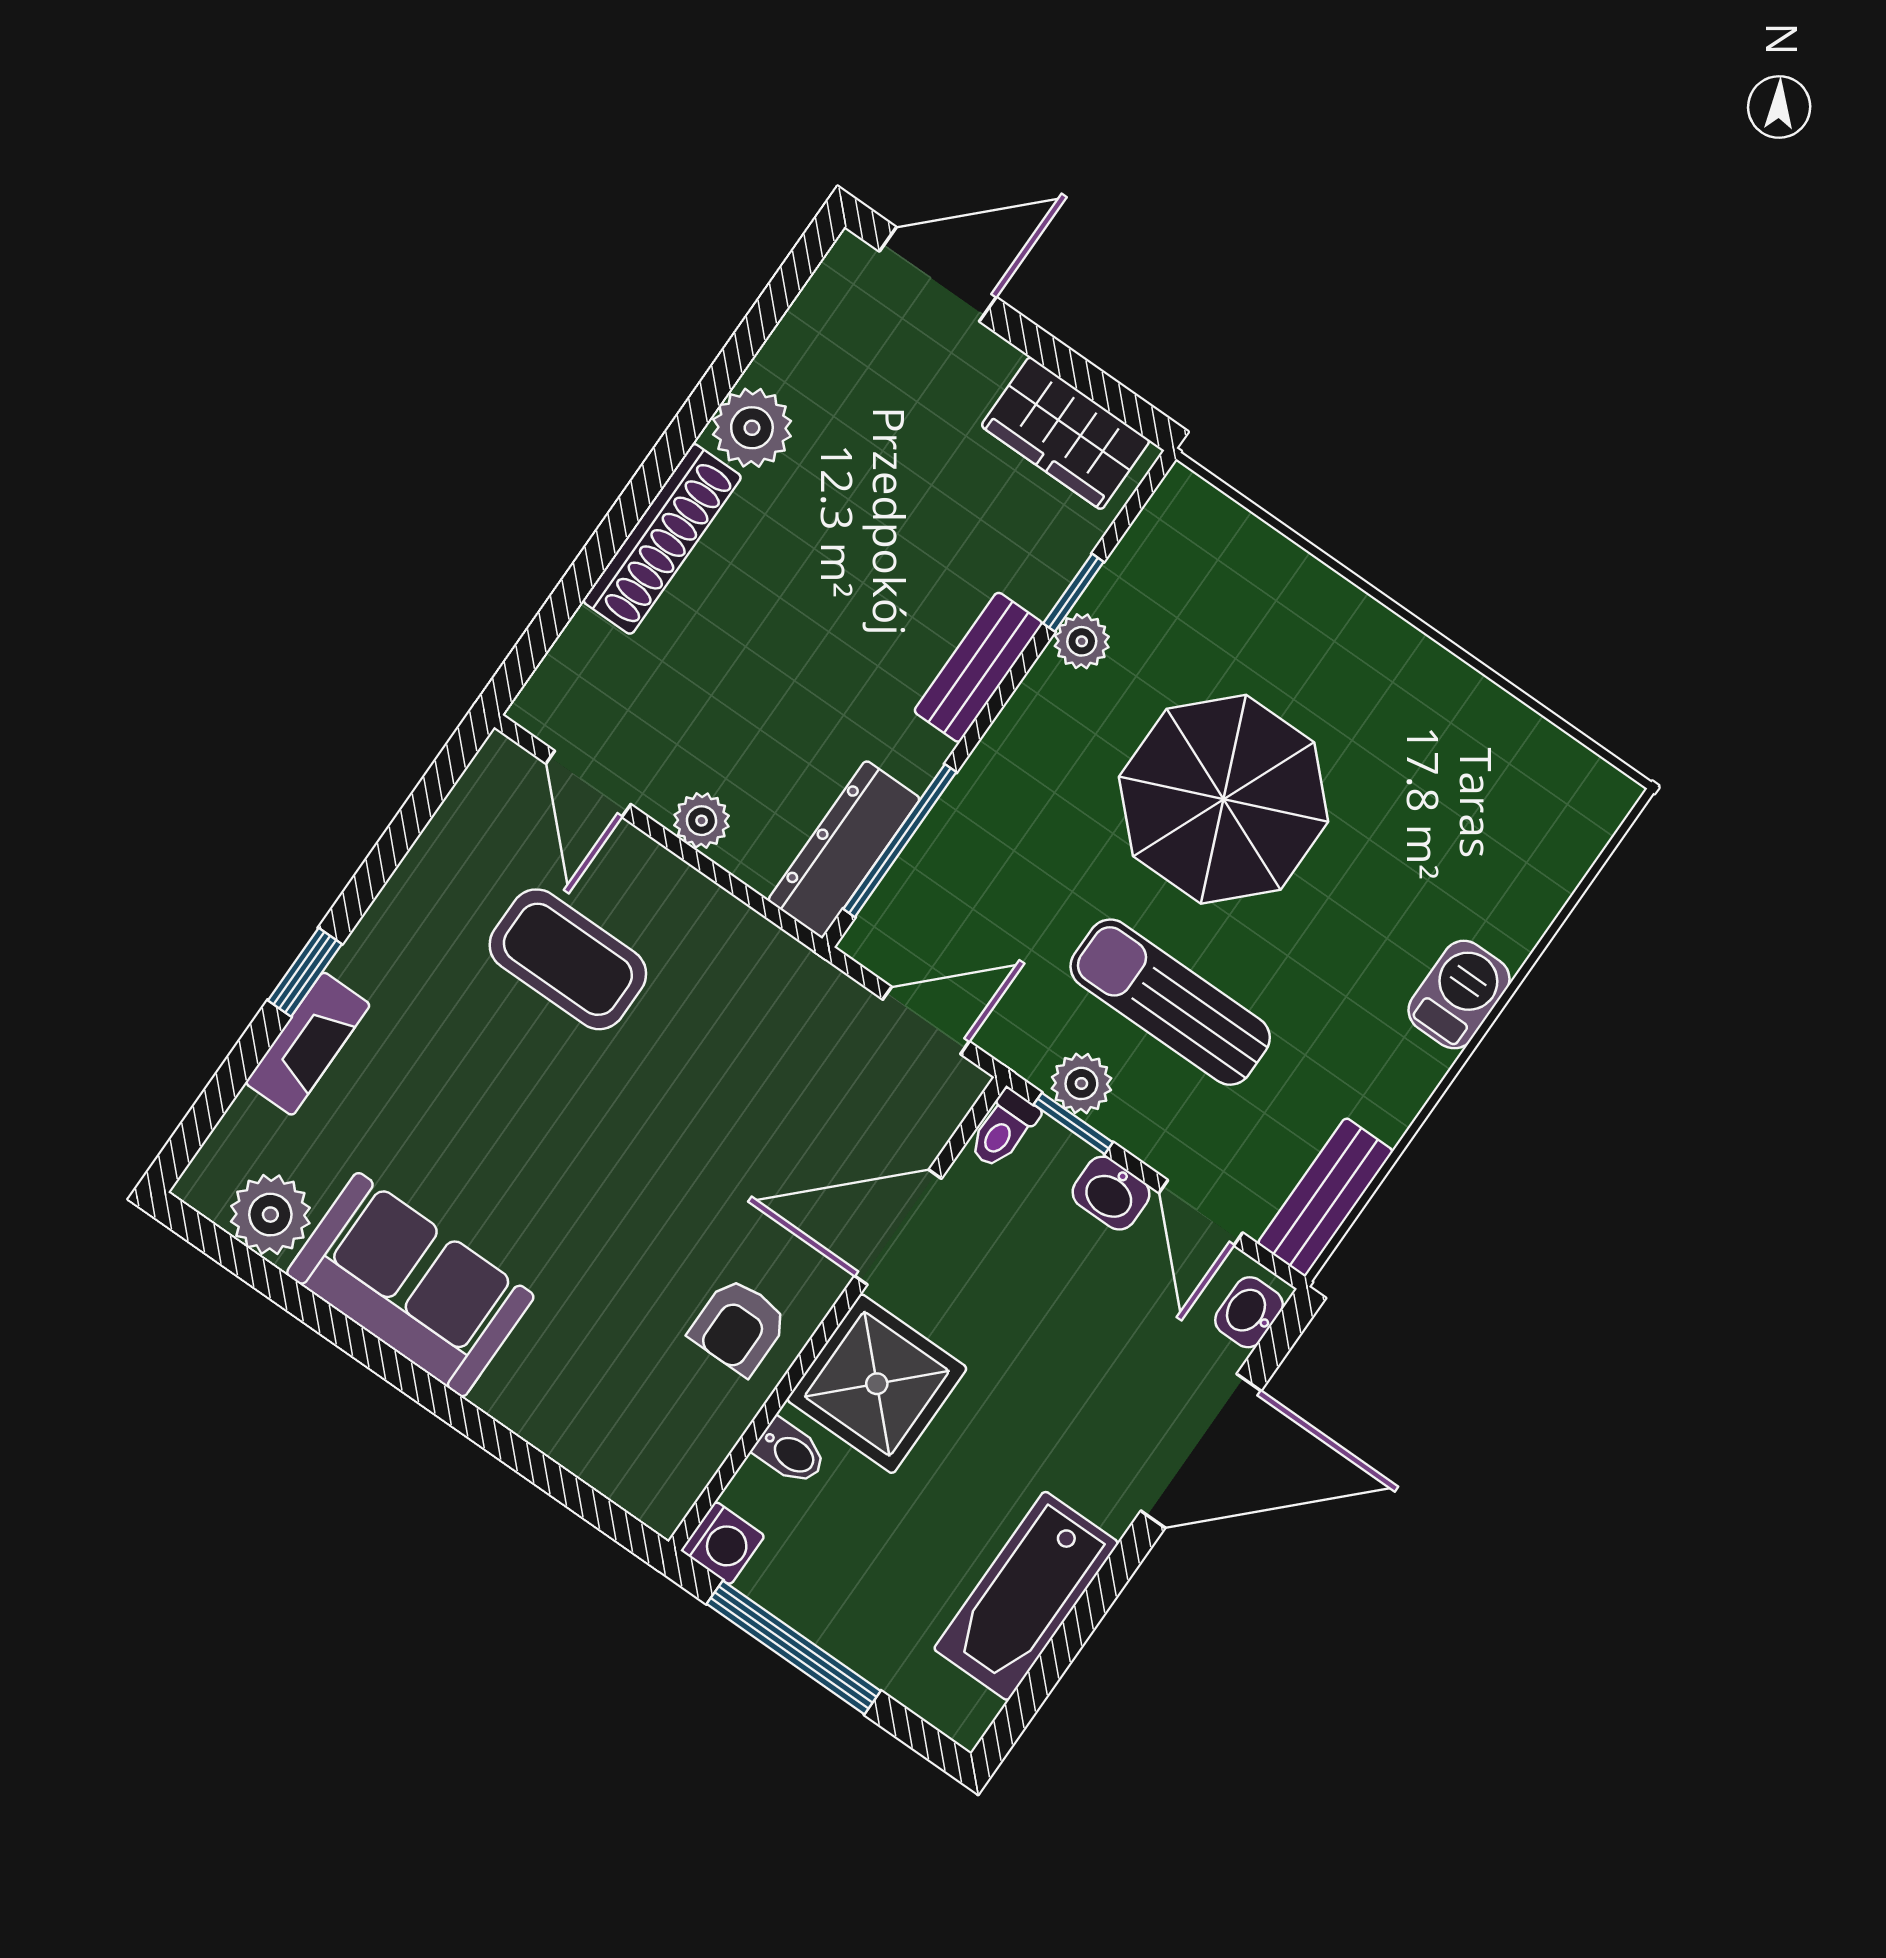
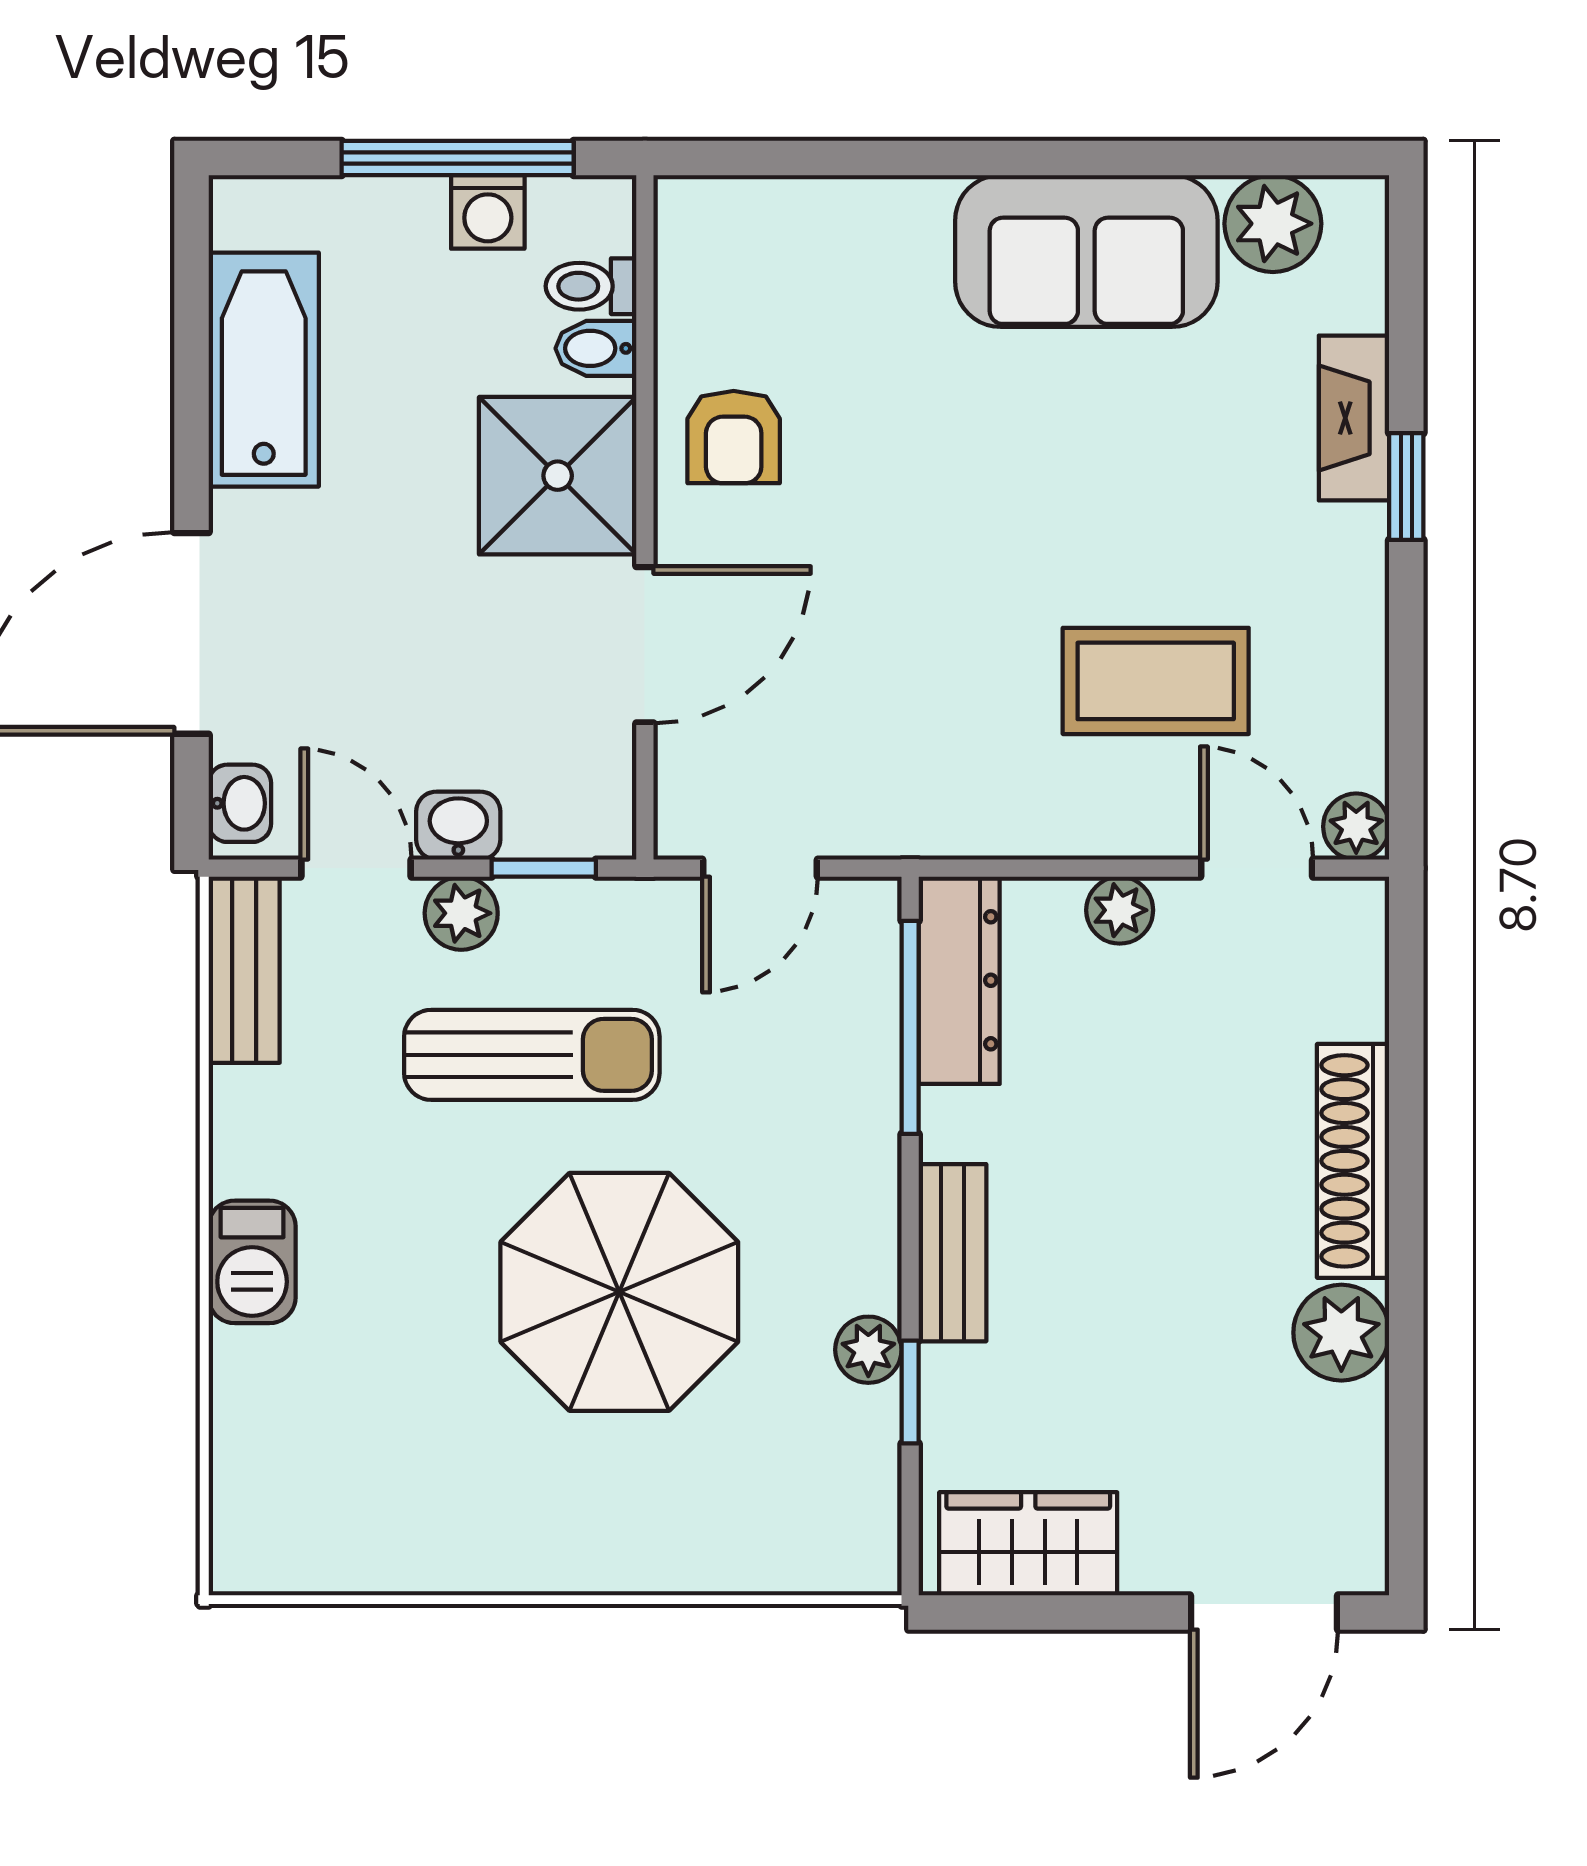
plant: (501, 765) -> (1356, 827), added
plant: (1081, 1083) -> (461, 913), moved
toilet: (1003, 1129) -> (591, 286), moved, turned -90
armchair: (739, 1326) -> (734, 437), turned 180
washing machine: (723, 1543) -> (488, 212), moved, turned -90

